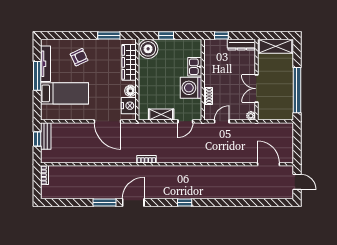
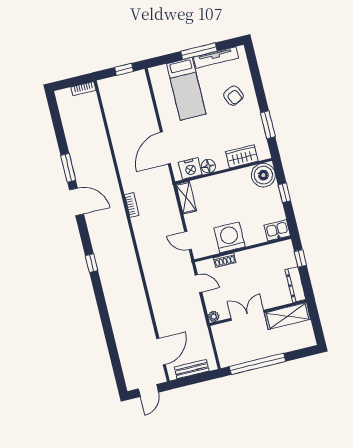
shelving: (276, 46) -> (288, 316), moved, turned 90
wardrobe: (129, 62) -> (242, 156), width x0.67
kitchen sink: (195, 67) -> (277, 230), moved
shelving: (161, 115) -> (186, 198), moved
bench: (46, 136) -> (192, 369), moved

